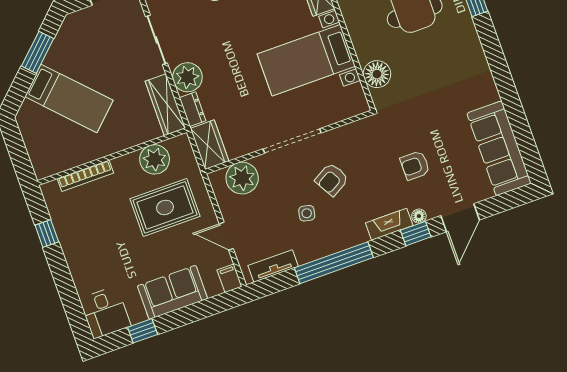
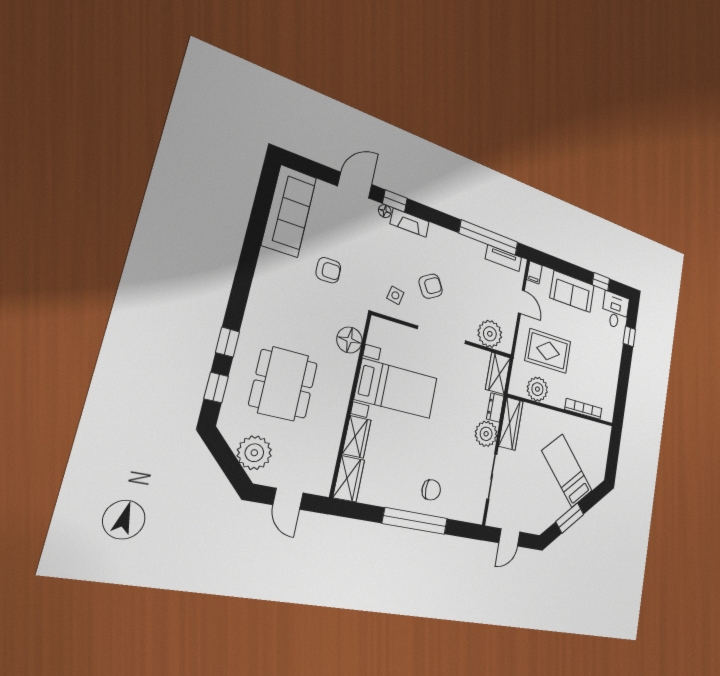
armchair: (415, 165) -> (328, 270), moved
side table: (307, 213) -> (395, 295), moved
window: (47, 233) -> (629, 336), moved
window: (334, 263) -> (489, 238), moved

